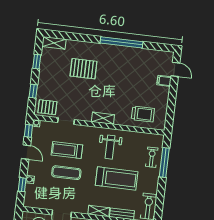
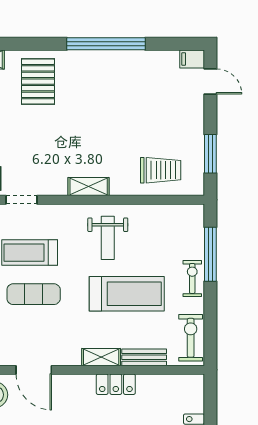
pallet: (83, 69) -> (38, 82), moved, turned 90
filing cabinet: (164, 81) -> (192, 59), moved
window: (171, 108) -> (210, 154), added
exercise bike: (152, 157) -> (192, 279), moved

